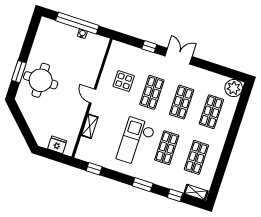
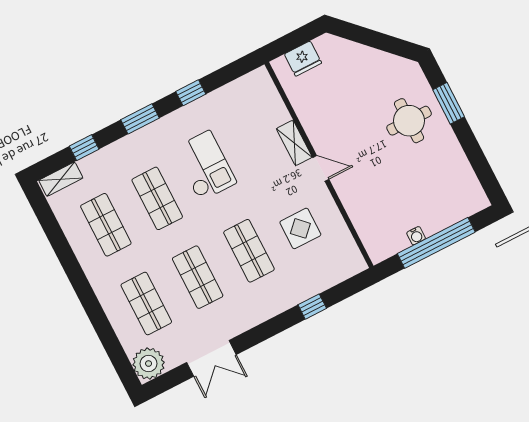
double door: (179, 56) -> (211, 358), moved
round table: (41, 80) -> (409, 121), width x0.73, depth x0.73
shelving: (90, 126) -> (294, 143), moved
checkout: (136, 142) -> (205, 166), width x0.73, depth x0.83
window: (94, 169) -> (191, 93), moved

